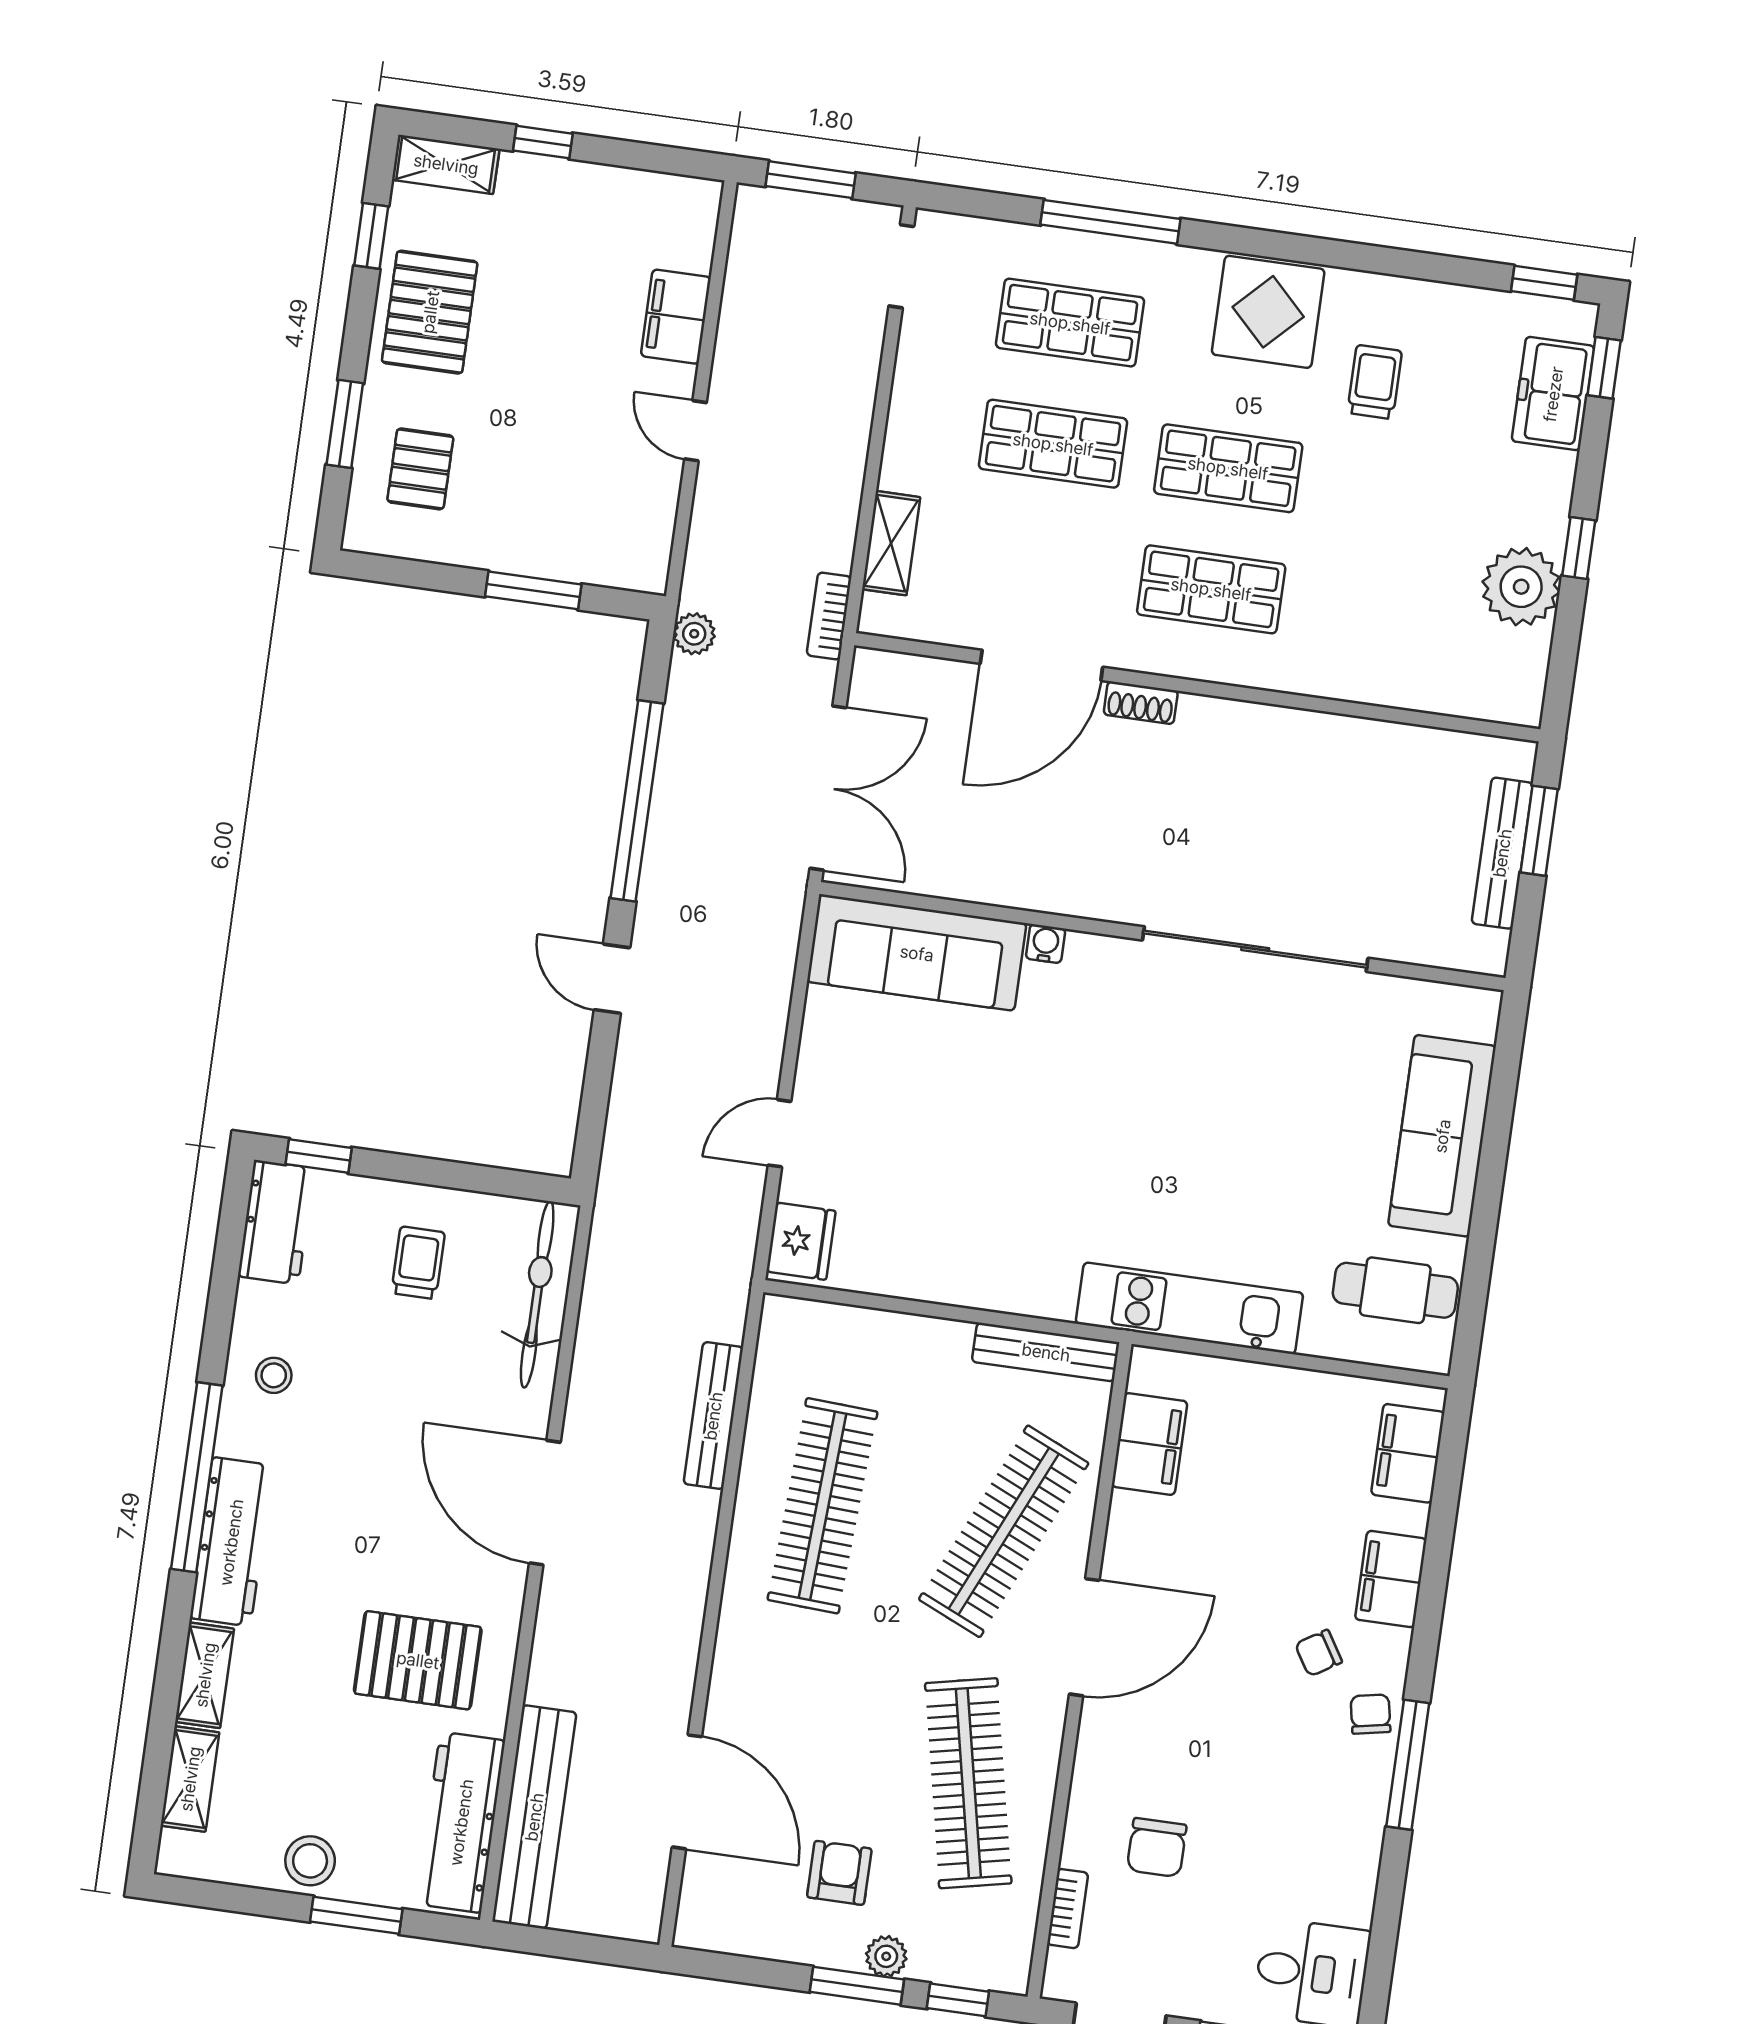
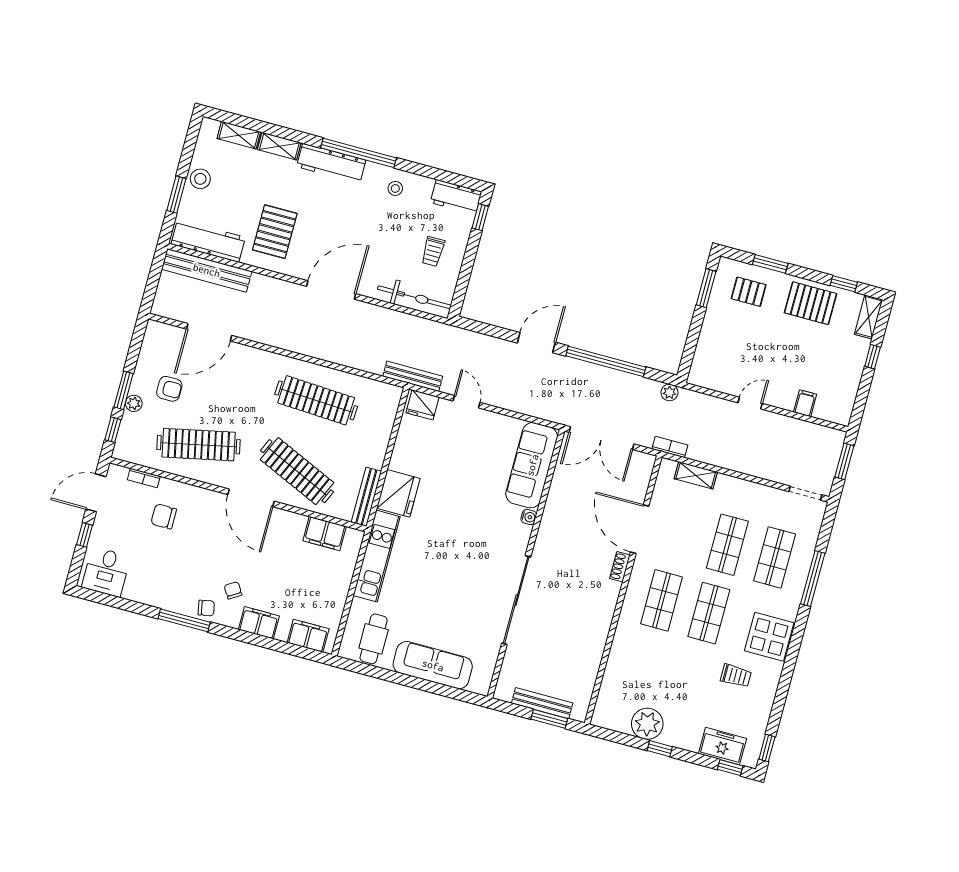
filing cabinet: (676, 317) -> (805, 403), width x0.50
window: (533, 590) -> (706, 288), moved
door: (612, 979) -> (536, 343), width x1.38
trolley: (418, 1263) -> (433, 251), turned 90
fridge: (1027, 1274) -> (398, 493), added
bench: (713, 1416) -> (413, 376), moved

